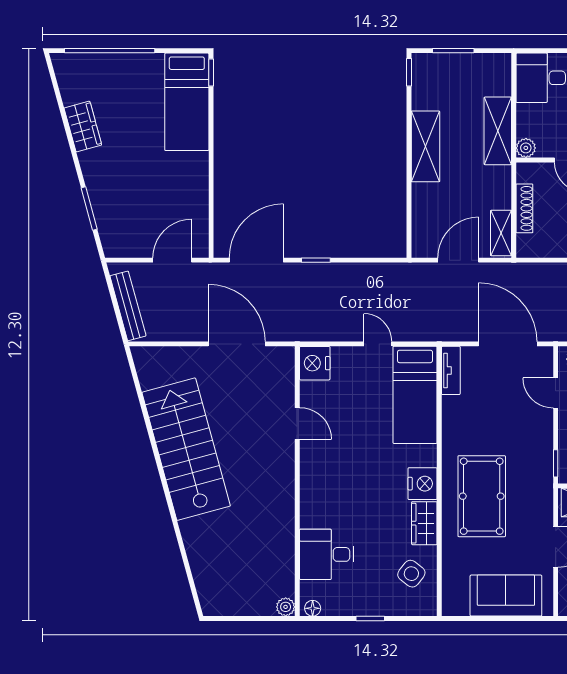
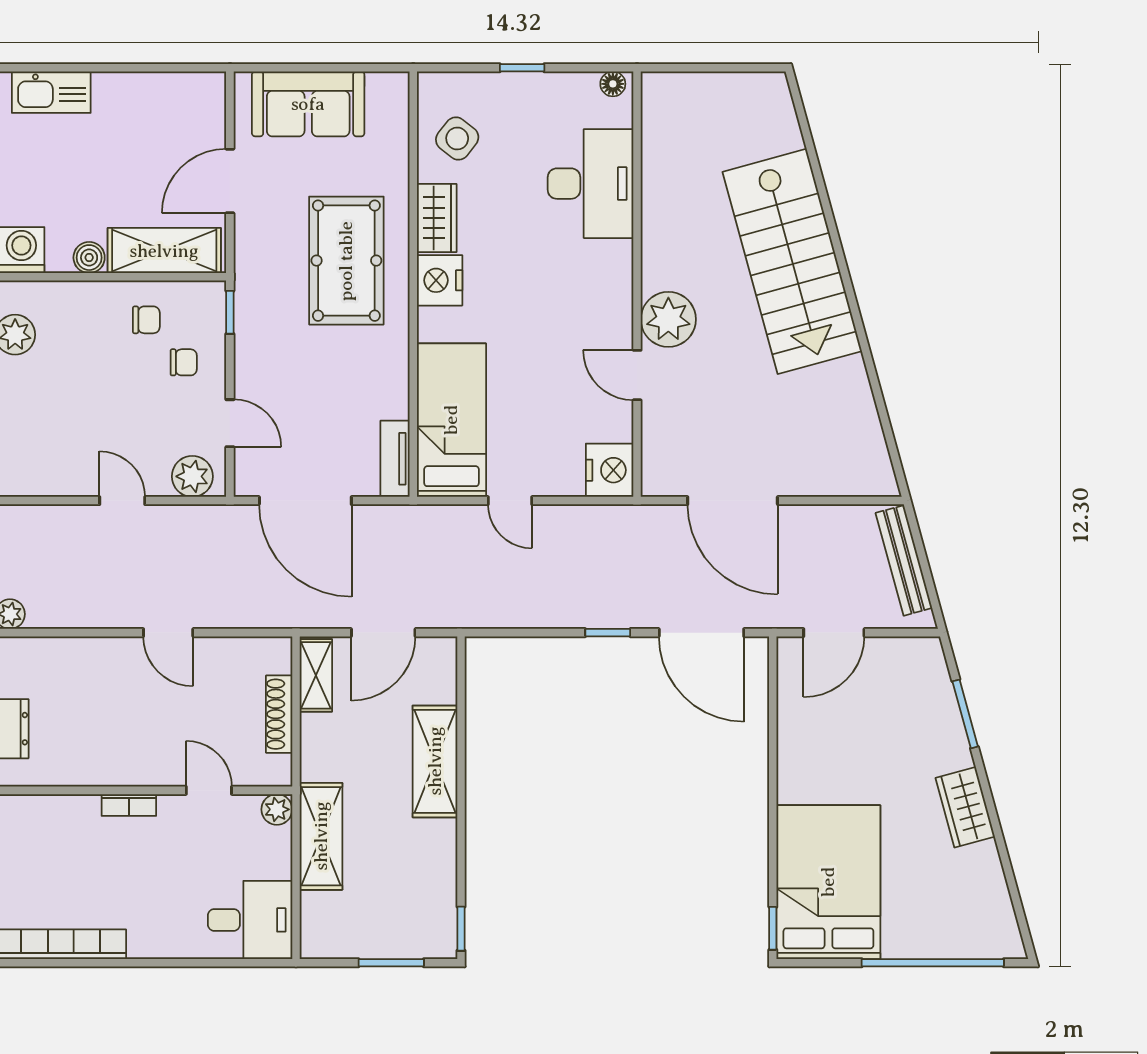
bed: (187, 102) -> (828, 882), width x1.50
wardrobe: (83, 126) -> (965, 807), moved
shelving: (425, 146) -> (435, 761), moved
door: (256, 260) -> (701, 633), hinge flipped
stairs: (186, 449) -> (792, 261), moved
desk: (327, 554) -> (591, 184), width x1.37
plant: (286, 607) -> (668, 319), moved, width x1.88, depth x1.88

